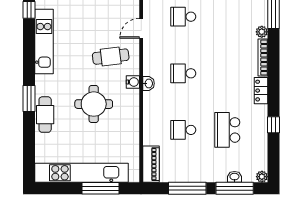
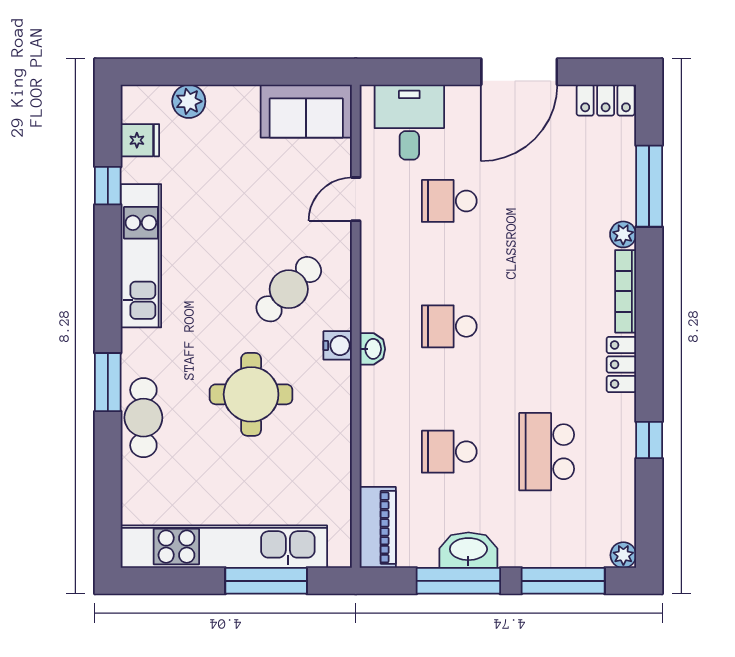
door: (141, 28) -> (356, 199), moved
cafe table: (111, 57) -> (289, 289), turned -38
washbasin: (234, 177) -> (468, 550), moved, width x1.91, depth x1.45

